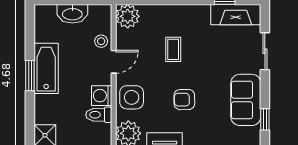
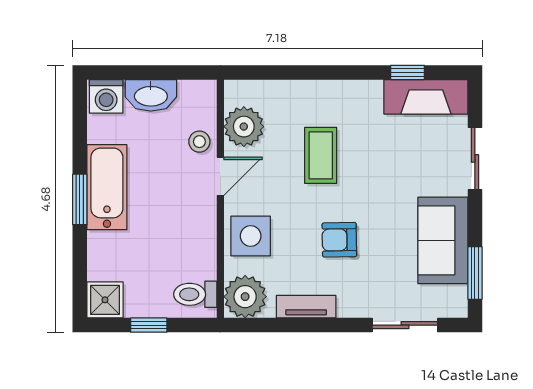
plant: (128, 16) -> (244, 127), moved
coffee table: (173, 49) -> (321, 155), width x1.36, depth x1.30
washing machine: (102, 96) -> (106, 96), moved, turned -90
toilet: (99, 115) -> (195, 294), moved
window: (265, 119) -> (475, 273), width x1.50

